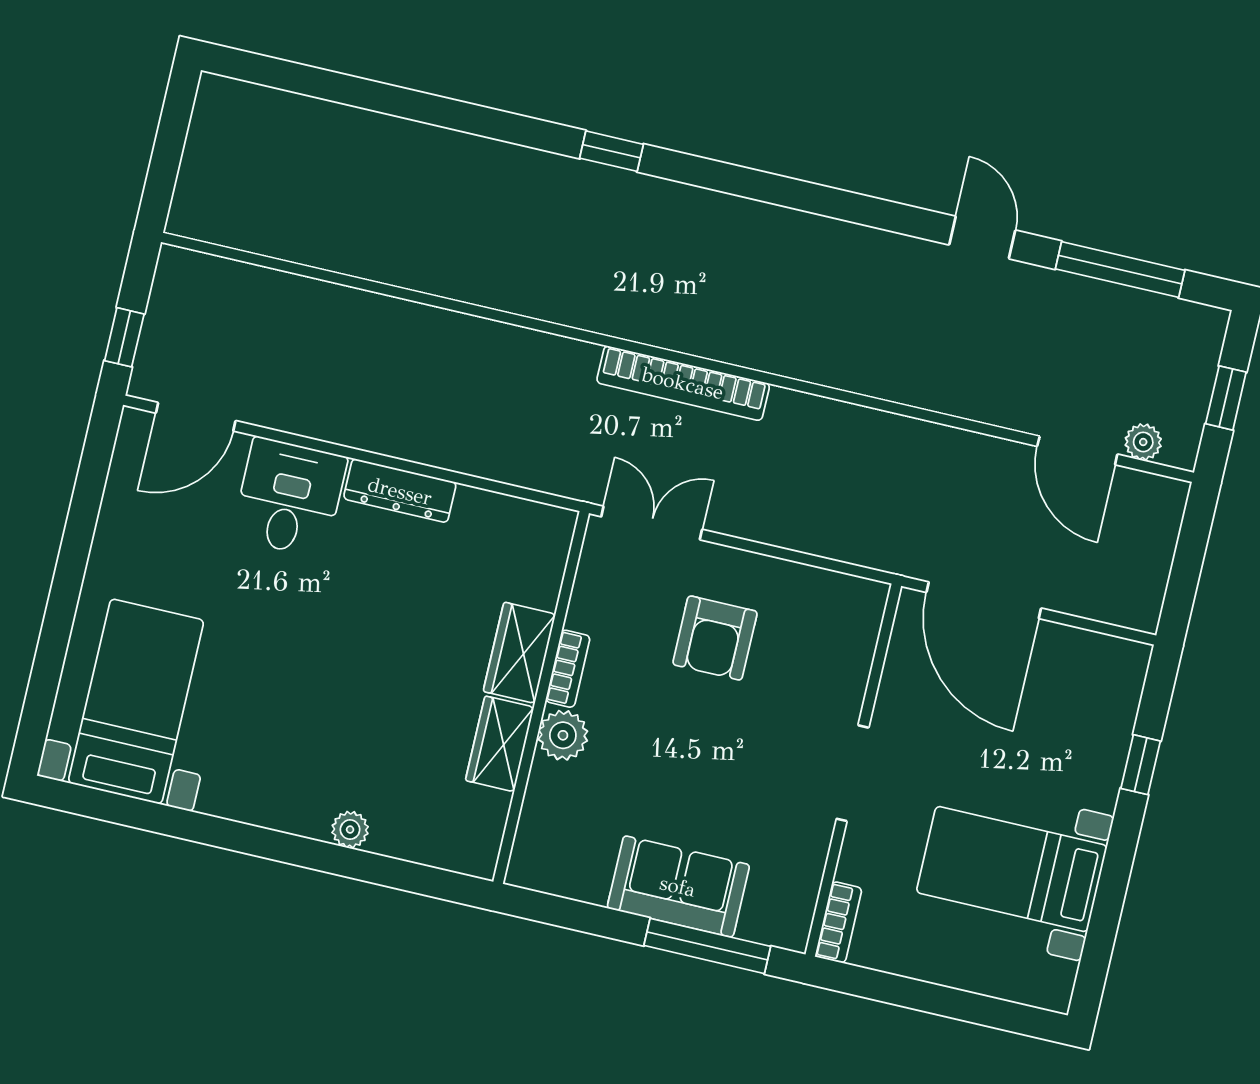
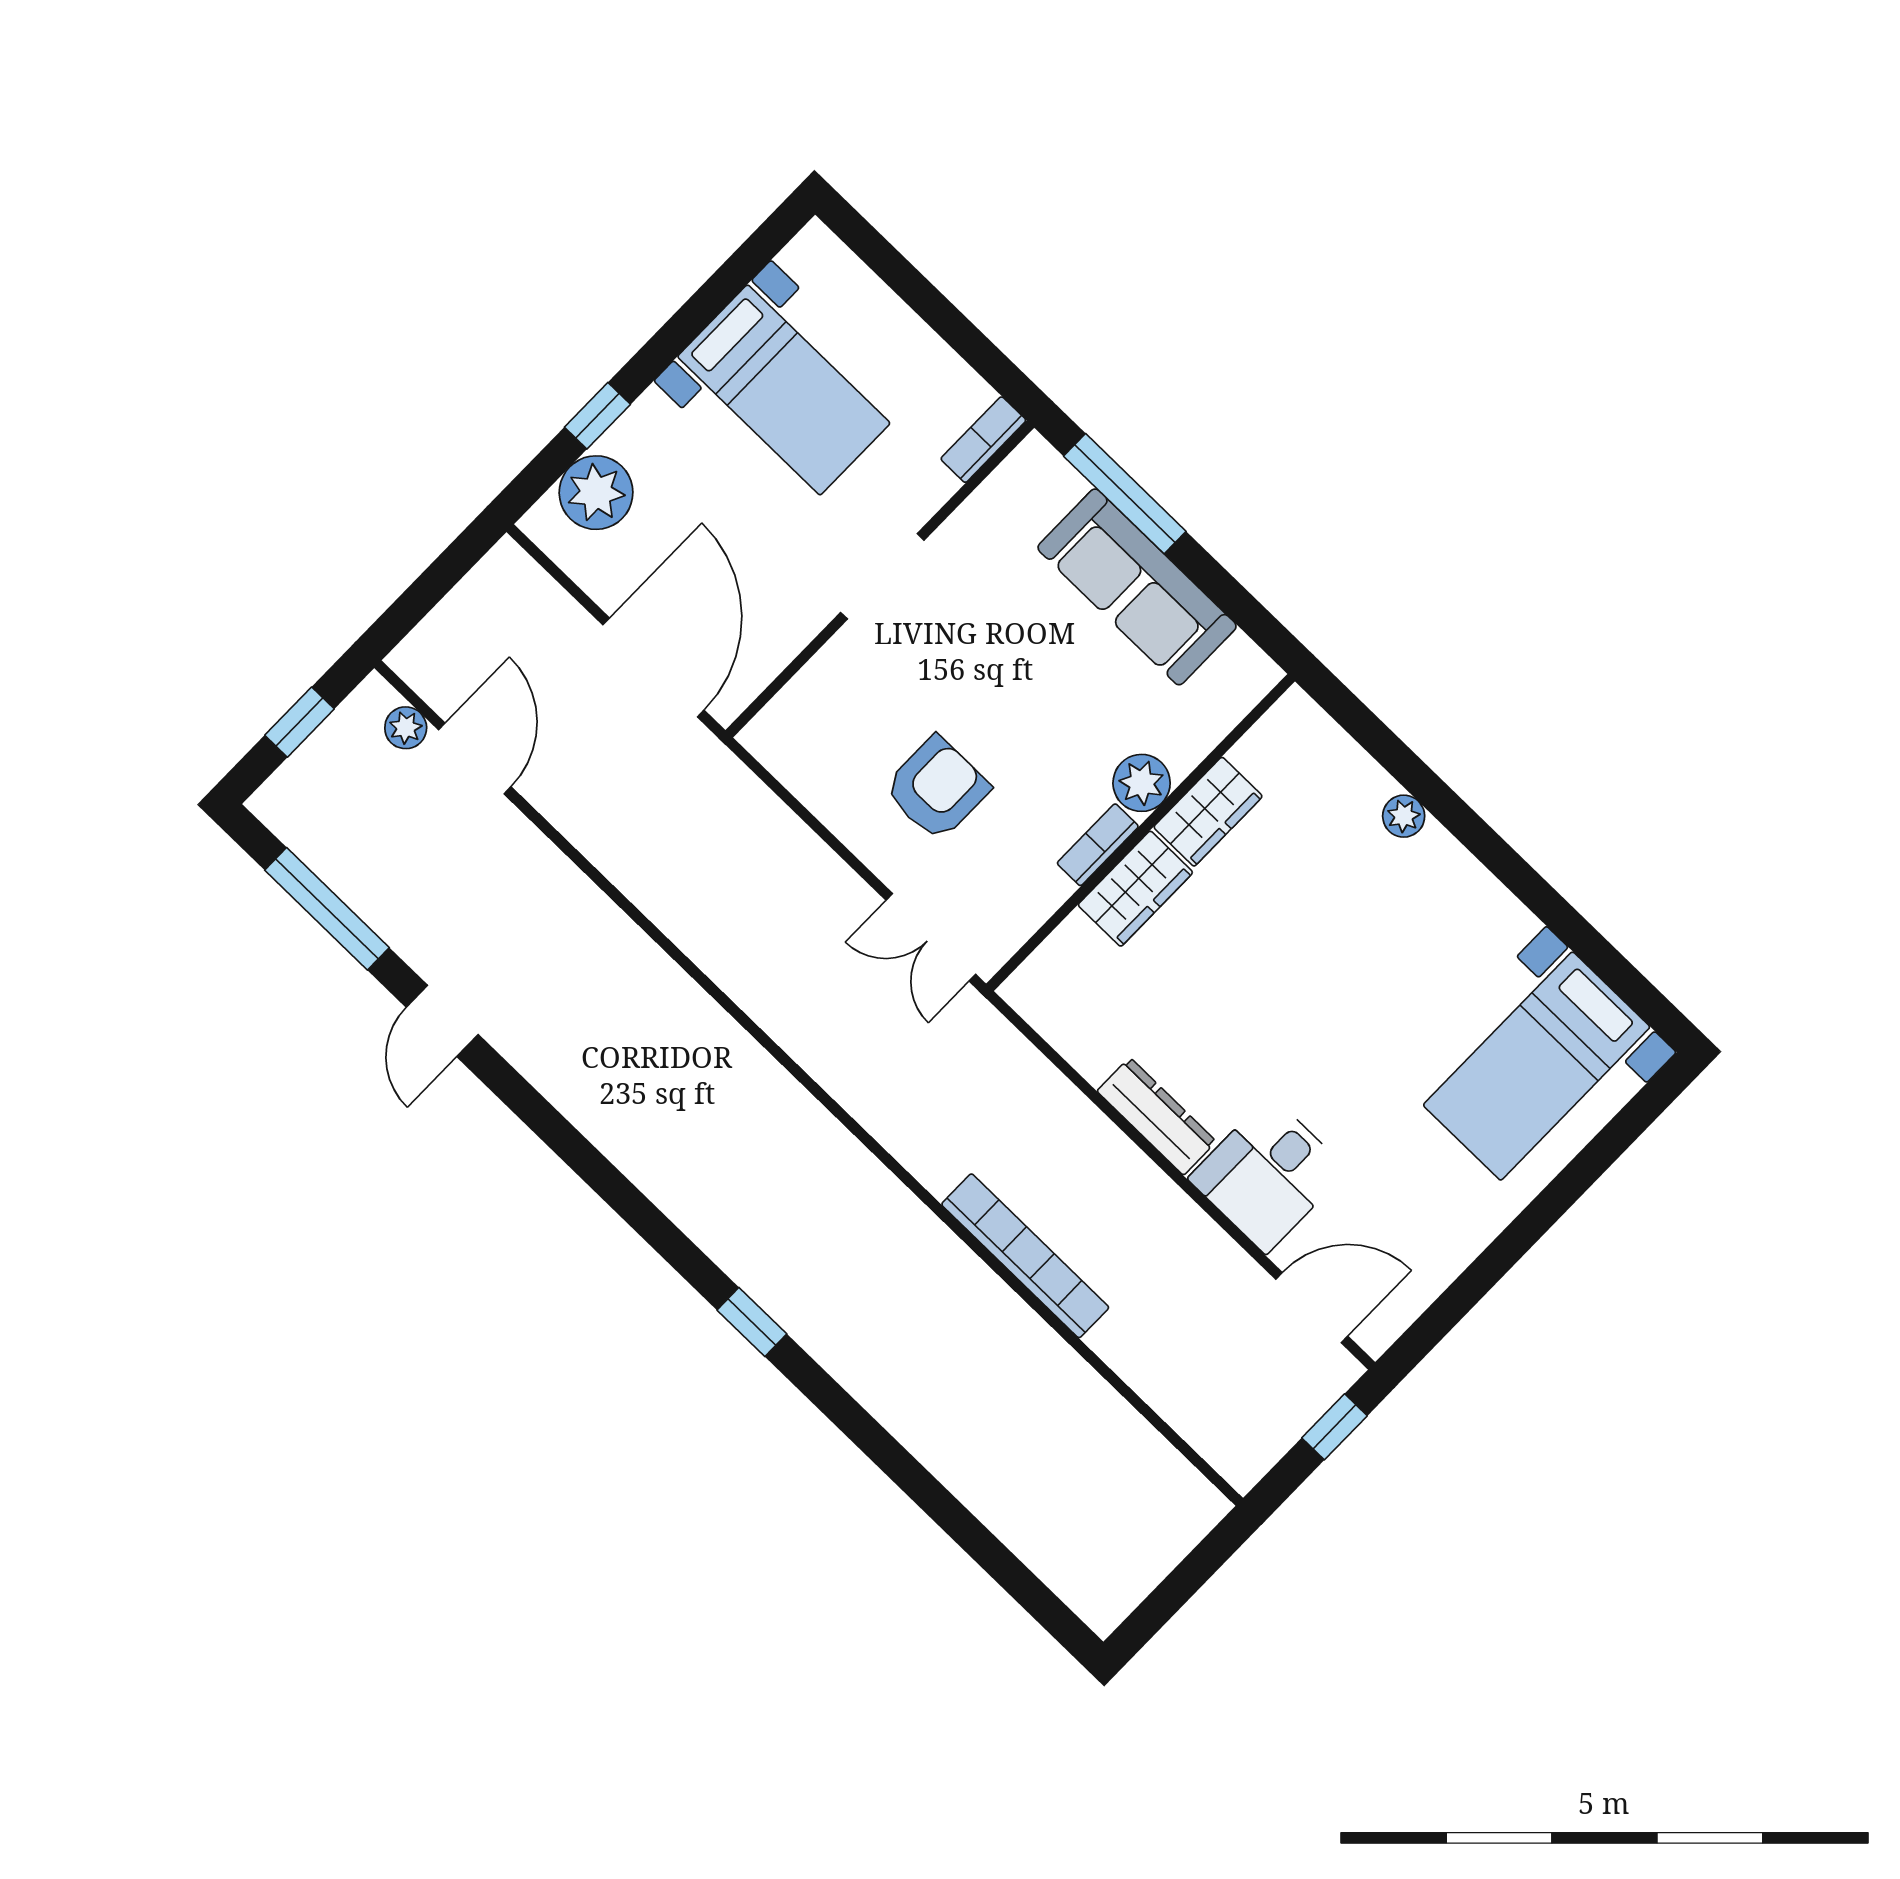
bookcase: (683, 383) -> (1025, 1256), moved
plant: (1107, 706) -> (596, 493), added
sofa: (678, 886) -> (1137, 587), width x1.36

